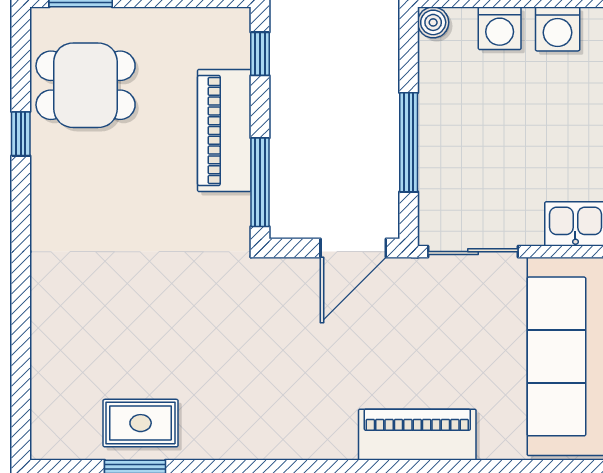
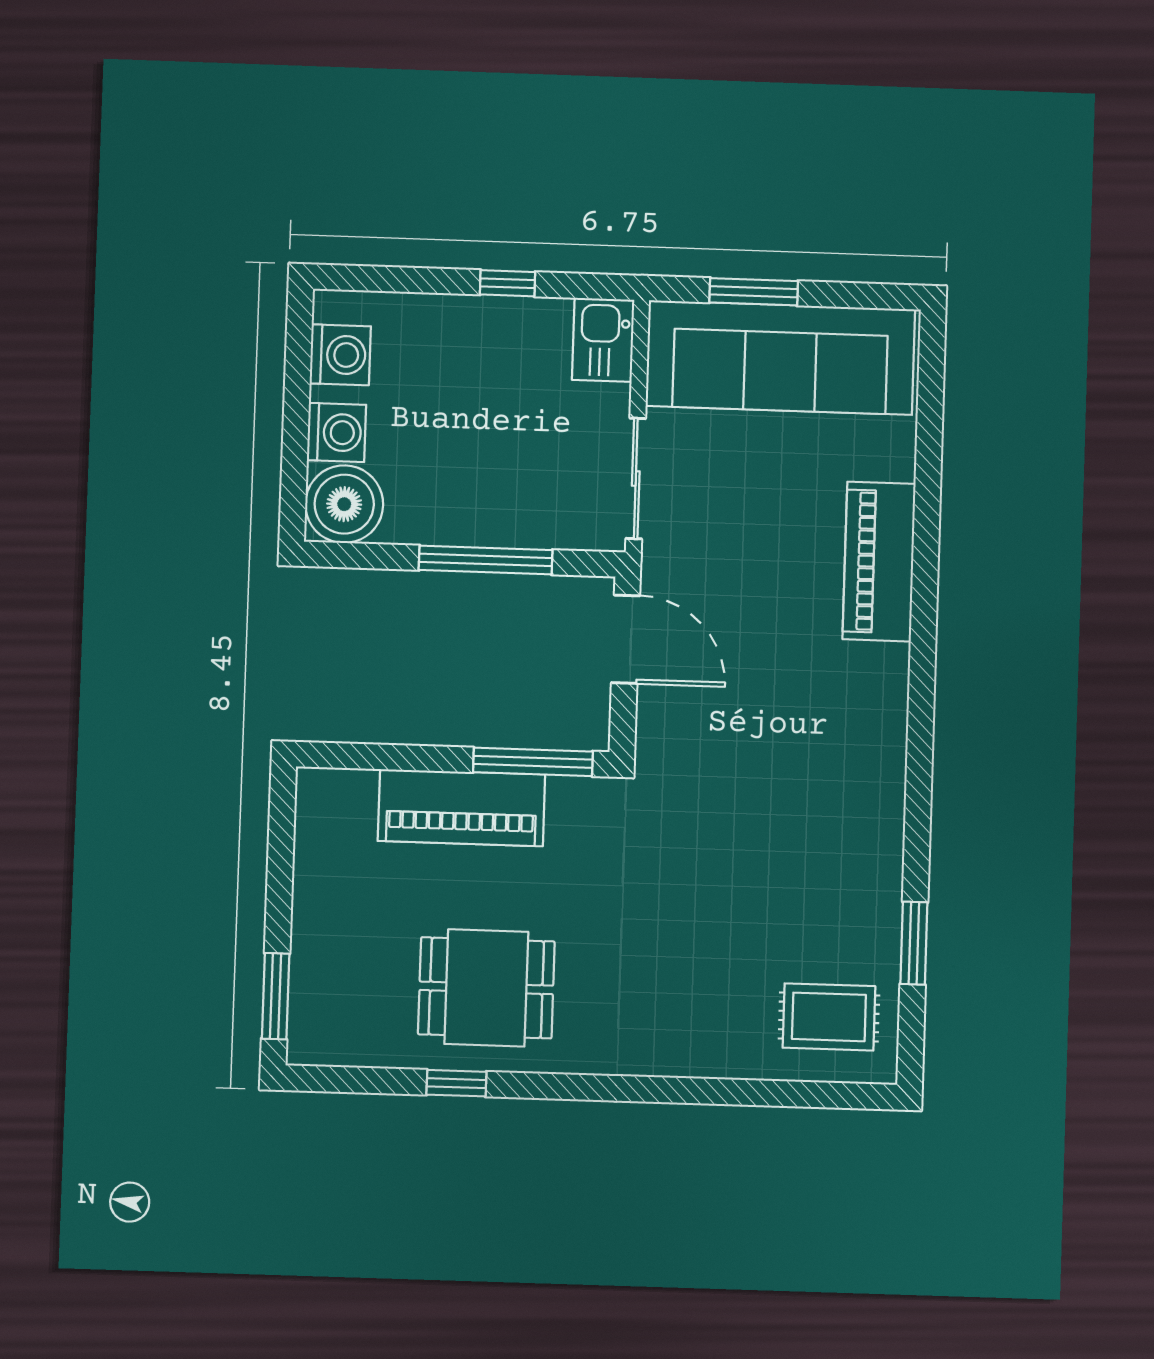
boiler: (433, 22) -> (344, 504), width x1.86, depth x1.86
window: (260, 54) -> (360, 756), removed
dining table: (86, 85) -> (486, 988), moved, turned 90
rug: (141, 423) -> (829, 1017), moved, turned 90

